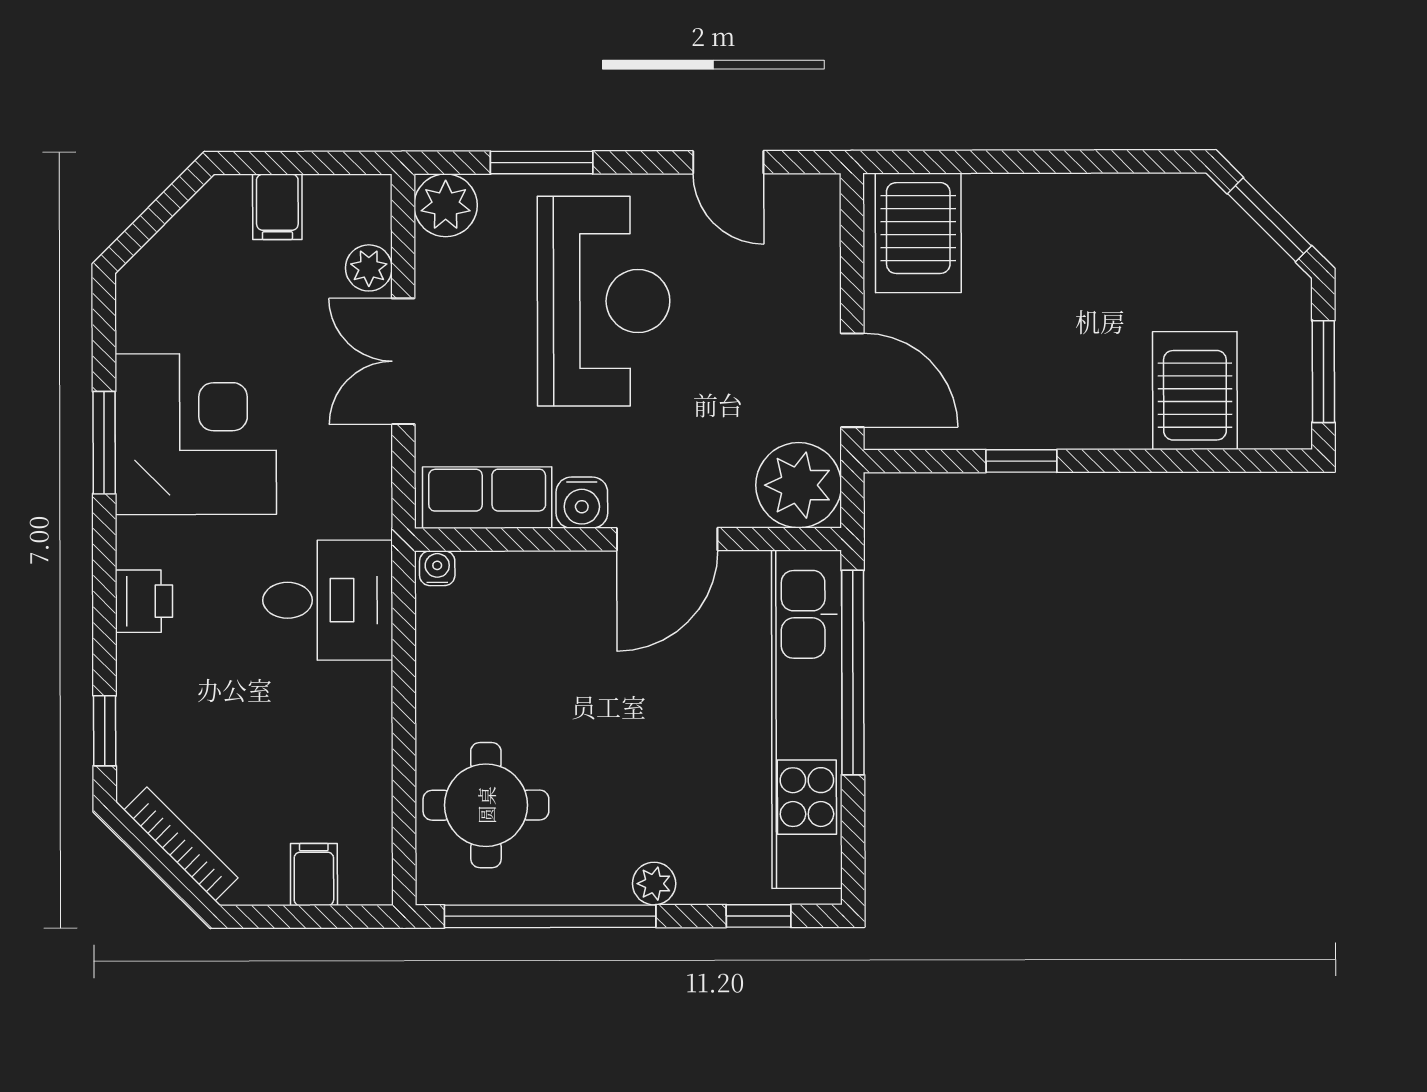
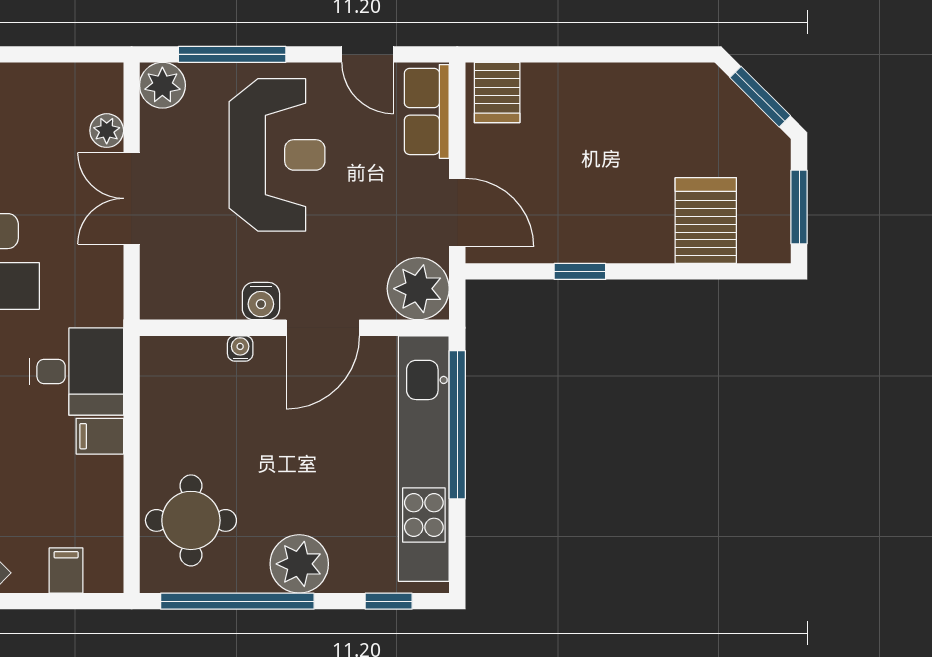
window: (542, 163) -> (232, 54), width x1.44
filing cabinet: (277, 207) -> (100, 436), moved, turned 90
server rack: (918, 233) -> (497, 93), width x0.73, depth x0.70
row of seats: (487, 498) -> (427, 111), moved, turned -90
water cooler: (437, 568) -> (240, 348), moved
plant: (654, 884) -> (299, 564), width x1.88, depth x1.88

